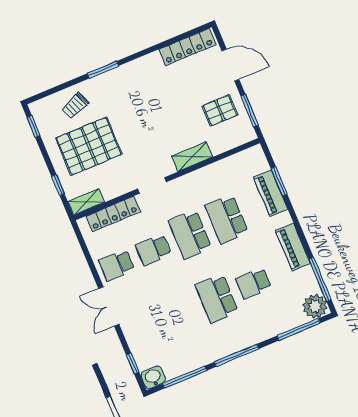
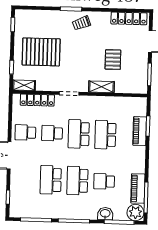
trolley: (75, 106) -> (81, 23), moved
pallet: (220, 110) -> (113, 60), moved, turned 90
piano: (293, 247) -> (138, 189), moved
school desk: (180, 314) -> (51, 180), added
washbasin: (153, 377) -> (105, 214), moved

